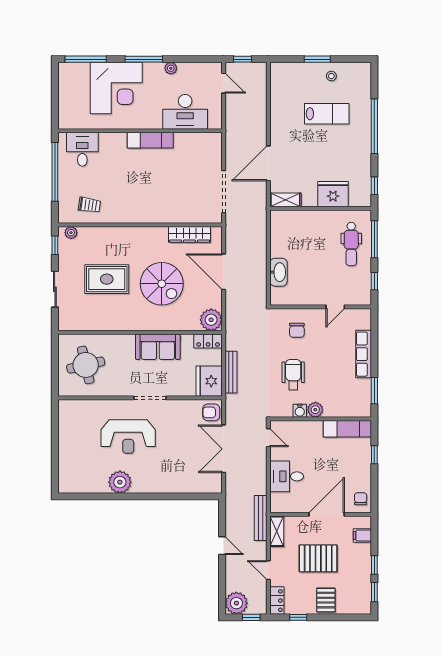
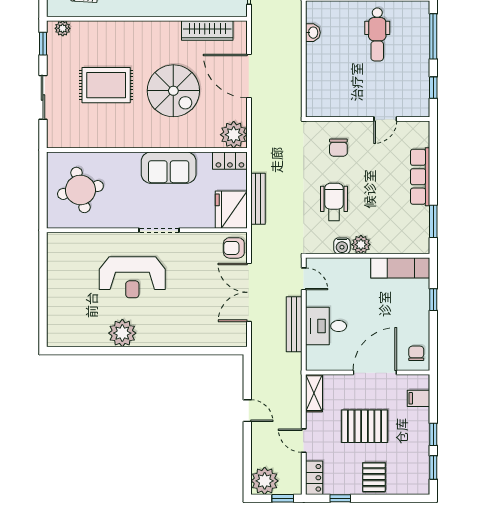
dental chair: (351, 244) -> (377, 35), moved
washbasin: (279, 272) -> (313, 33), moved, width x0.52, depth x0.69
bench: (261, 518) -> (294, 324), moved

